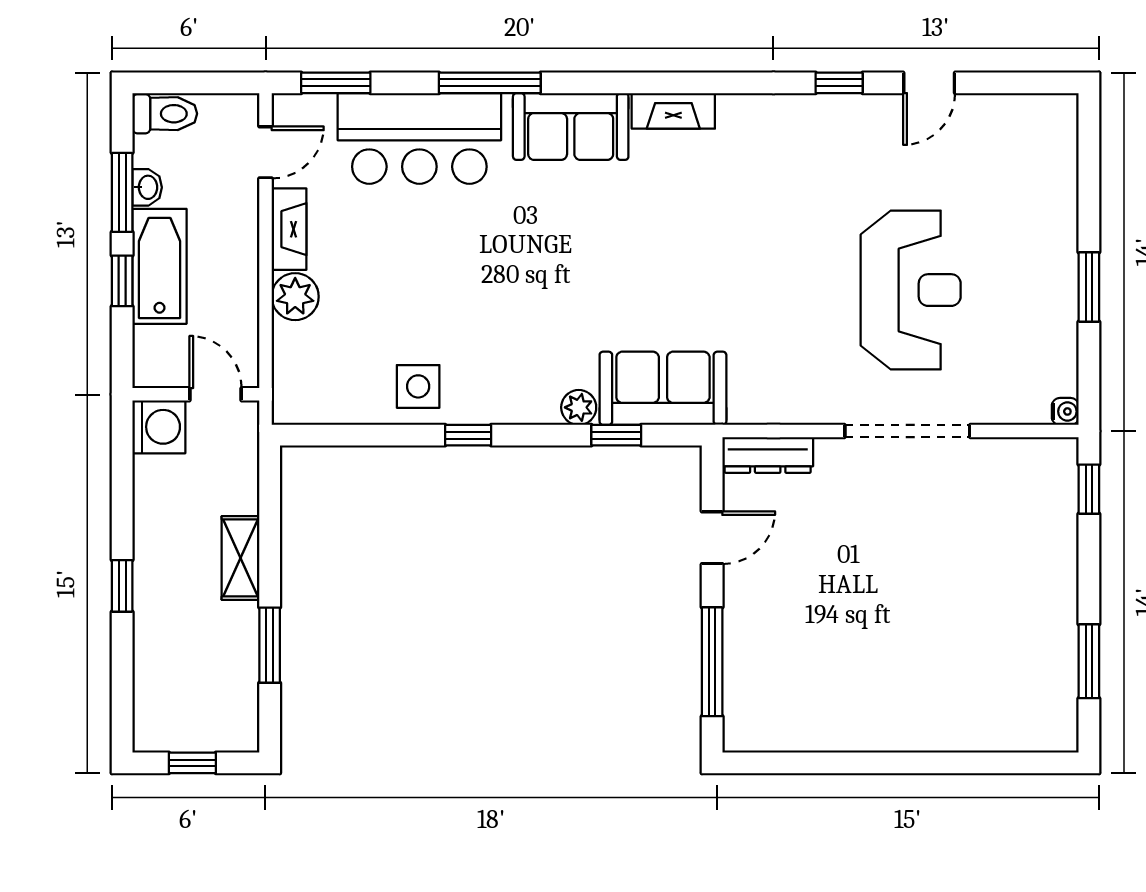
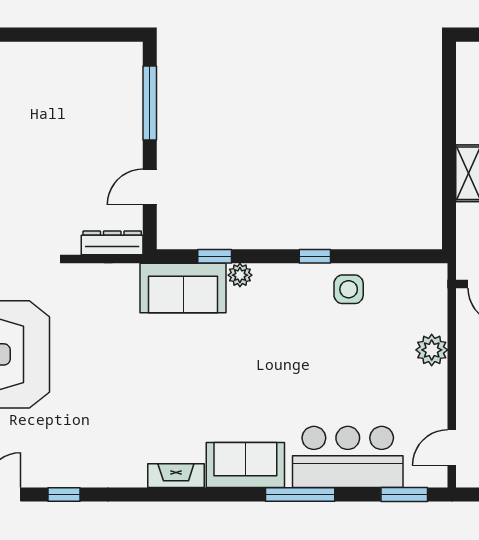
fireplace: (289, 229) -> (436, 396), removed
window: (270, 645) -> (449, 114), removed

